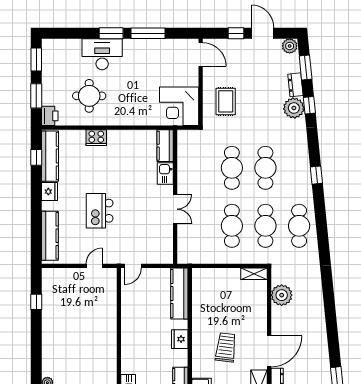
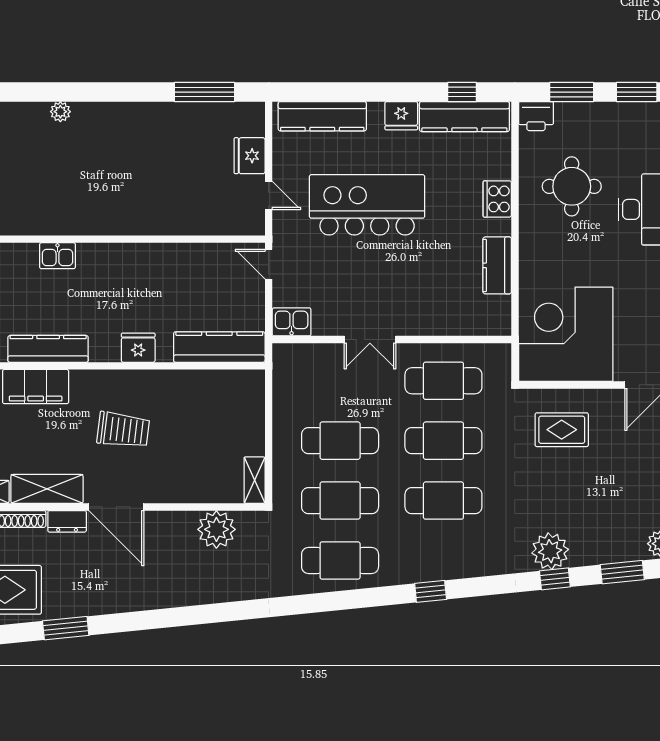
dresser: (295, 85) -> (591, 554), removed
corner desk: (179, 106) -> (566, 334), width x1.36, depth x1.36
kitchen counter: (165, 146) -> (497, 265), moved, turned -90
cafe table: (198, 168) -> (443, 381), added
kitchen sink: (165, 174) -> (292, 322), moved
kitchen island: (100, 211) -> (367, 205), width x1.87, depth x1.28
fridge: (72, 277) -> (250, 156), added
window: (36, 302) -> (205, 92), width x2.17

